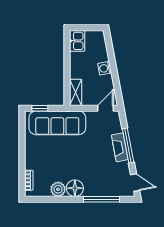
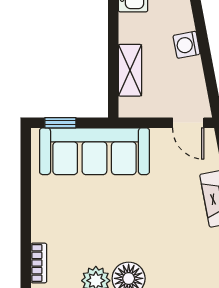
shelving: (76, 92) -> (130, 70), moved
door: (105, 108) -> (188, 123), swing flipped

